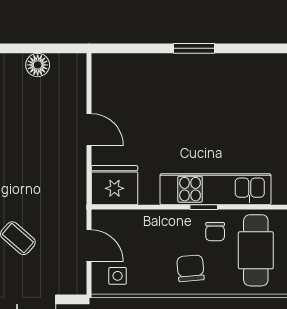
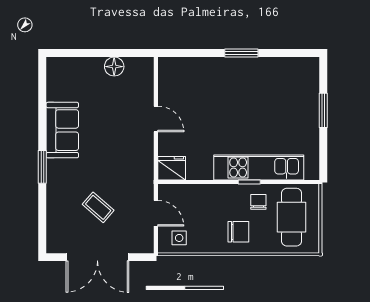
fridge: (114, 185) -> (172, 168), width x0.73, depth x0.75
chair: (215, 232) -> (258, 202), turned 180
chair: (190, 268) -> (238, 232), turned 95

